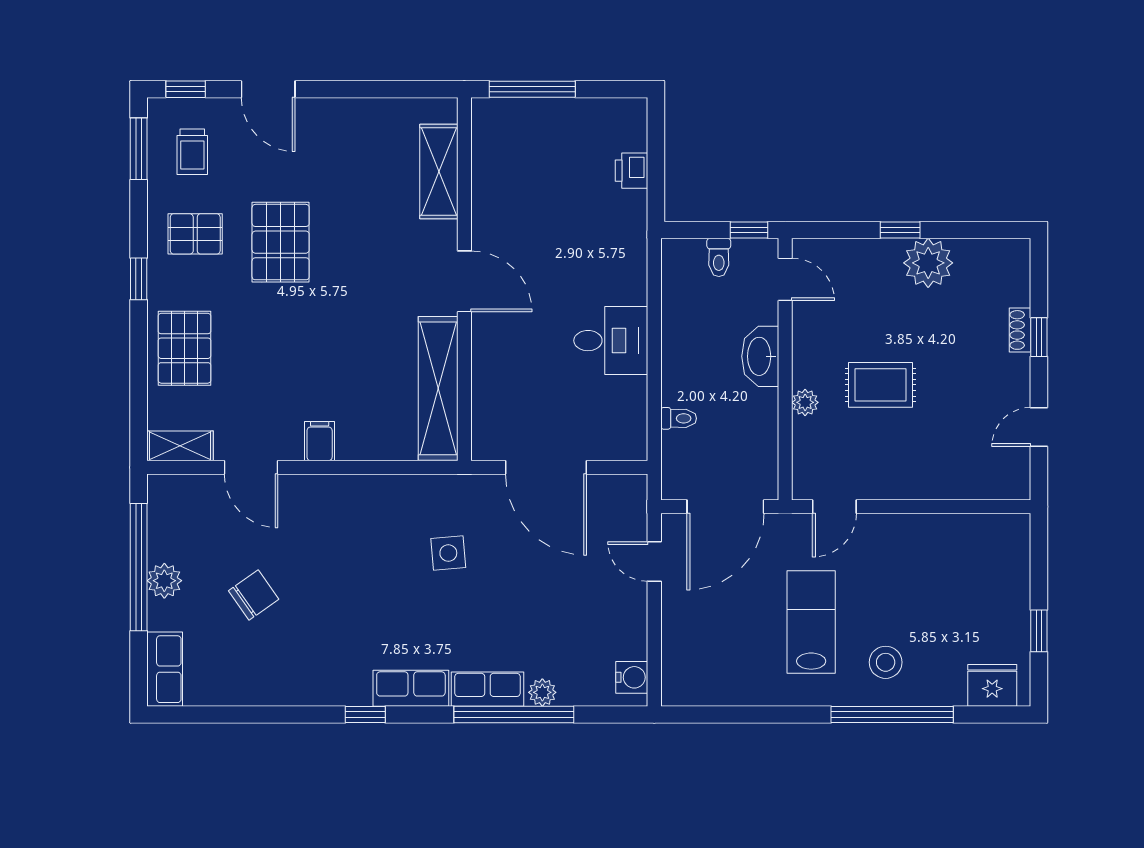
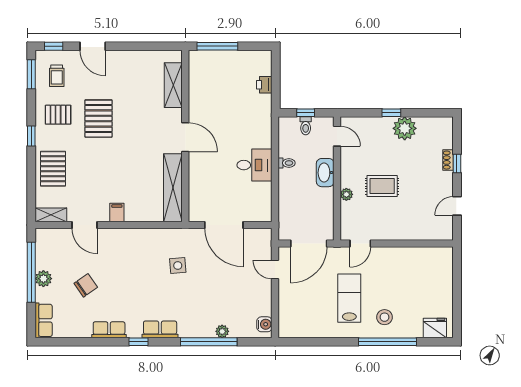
window: (749, 230) -> (306, 113), moved
toilet: (679, 418) -> (287, 163), moved
window: (1039, 631) -> (457, 302), removed
row of seats: (487, 689) -> (109, 330), moved

